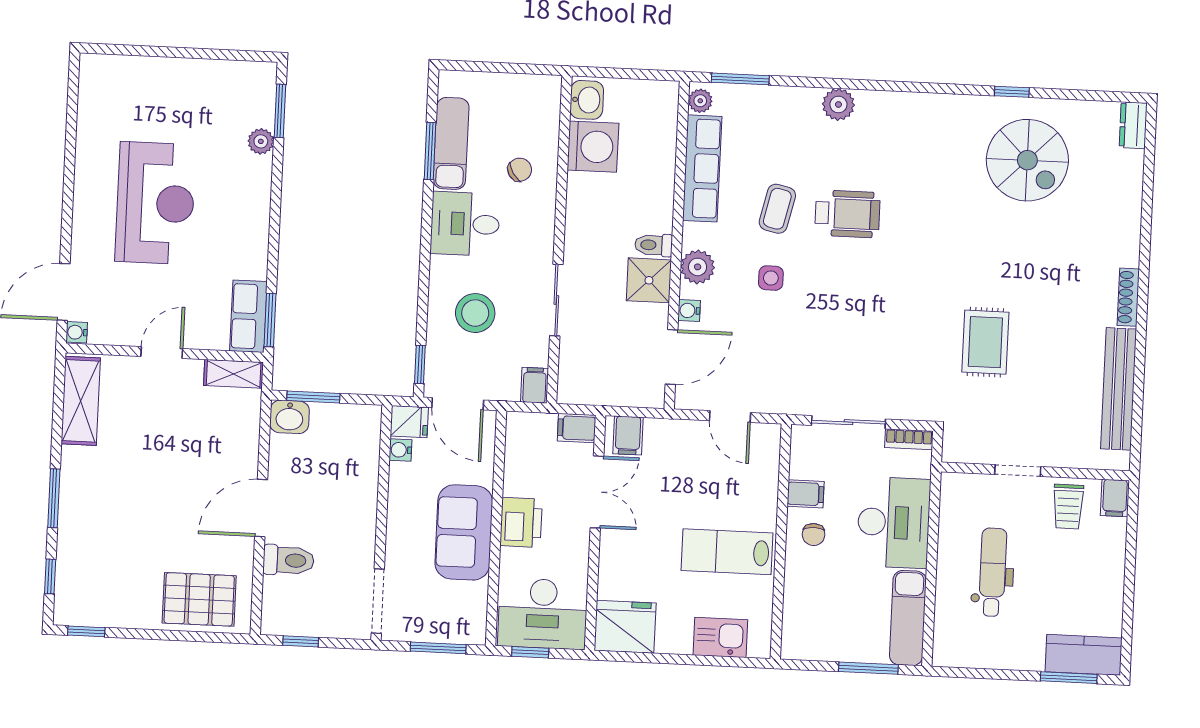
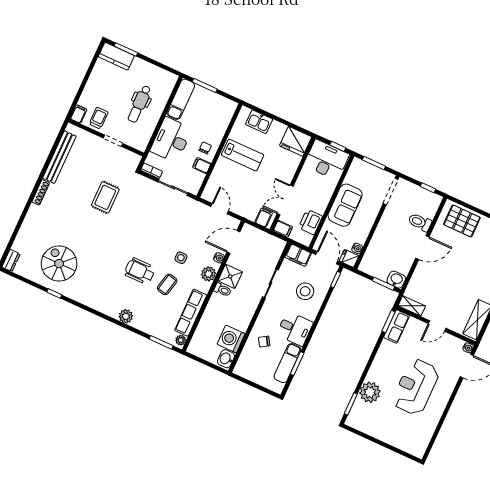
plant: (261, 141) -> (370, 392), width x1.87, depth x1.87
filing cabinet: (535, 385) -> (298, 255), width x2.00
printer: (521, 522) -> (310, 222), moved

